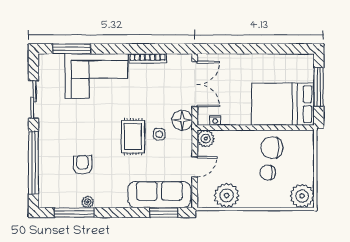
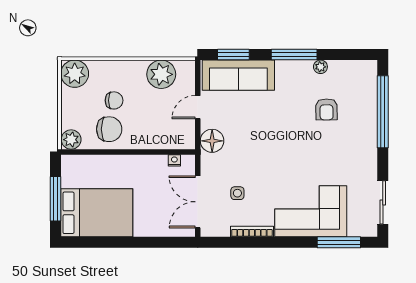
sliding door: (33, 99) -> (383, 202), moved
bed: (283, 104) -> (97, 213), moved
floor lamp: (182, 120) -> (212, 141), moved
side table: (159, 134) -> (237, 193), moved
rug: (133, 137) -> (269, 142), removed
plant: (206, 139) -> (71, 140), moved
window: (74, 213) -> (294, 55), moved

